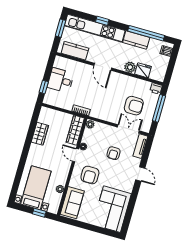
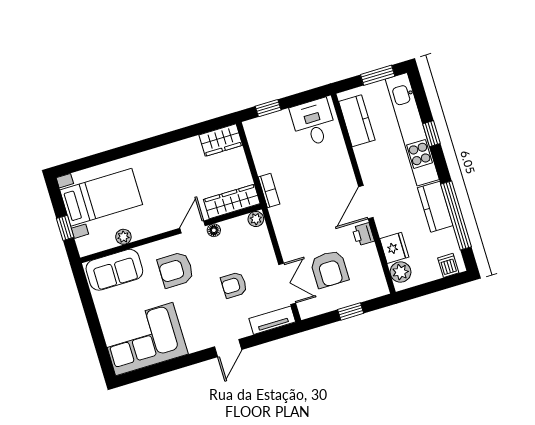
door: (103, 67) -> (366, 202), moved
plant: (130, 67) -> (400, 272), moved
desk: (61, 80) -> (313, 123), moved
printer: (156, 88) -> (363, 234), moved
window: (159, 108) -> (351, 311), width x0.46
wardrobe: (40, 134) -> (221, 140), moved

